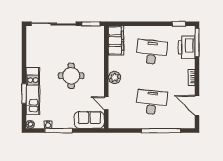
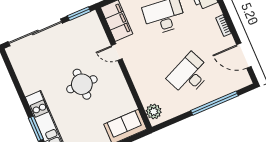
plant: (115, 77) -> (154, 111), moved
desk: (152, 102) -> (189, 75), turned -30
door: (106, 103) -> (117, 52), moved

